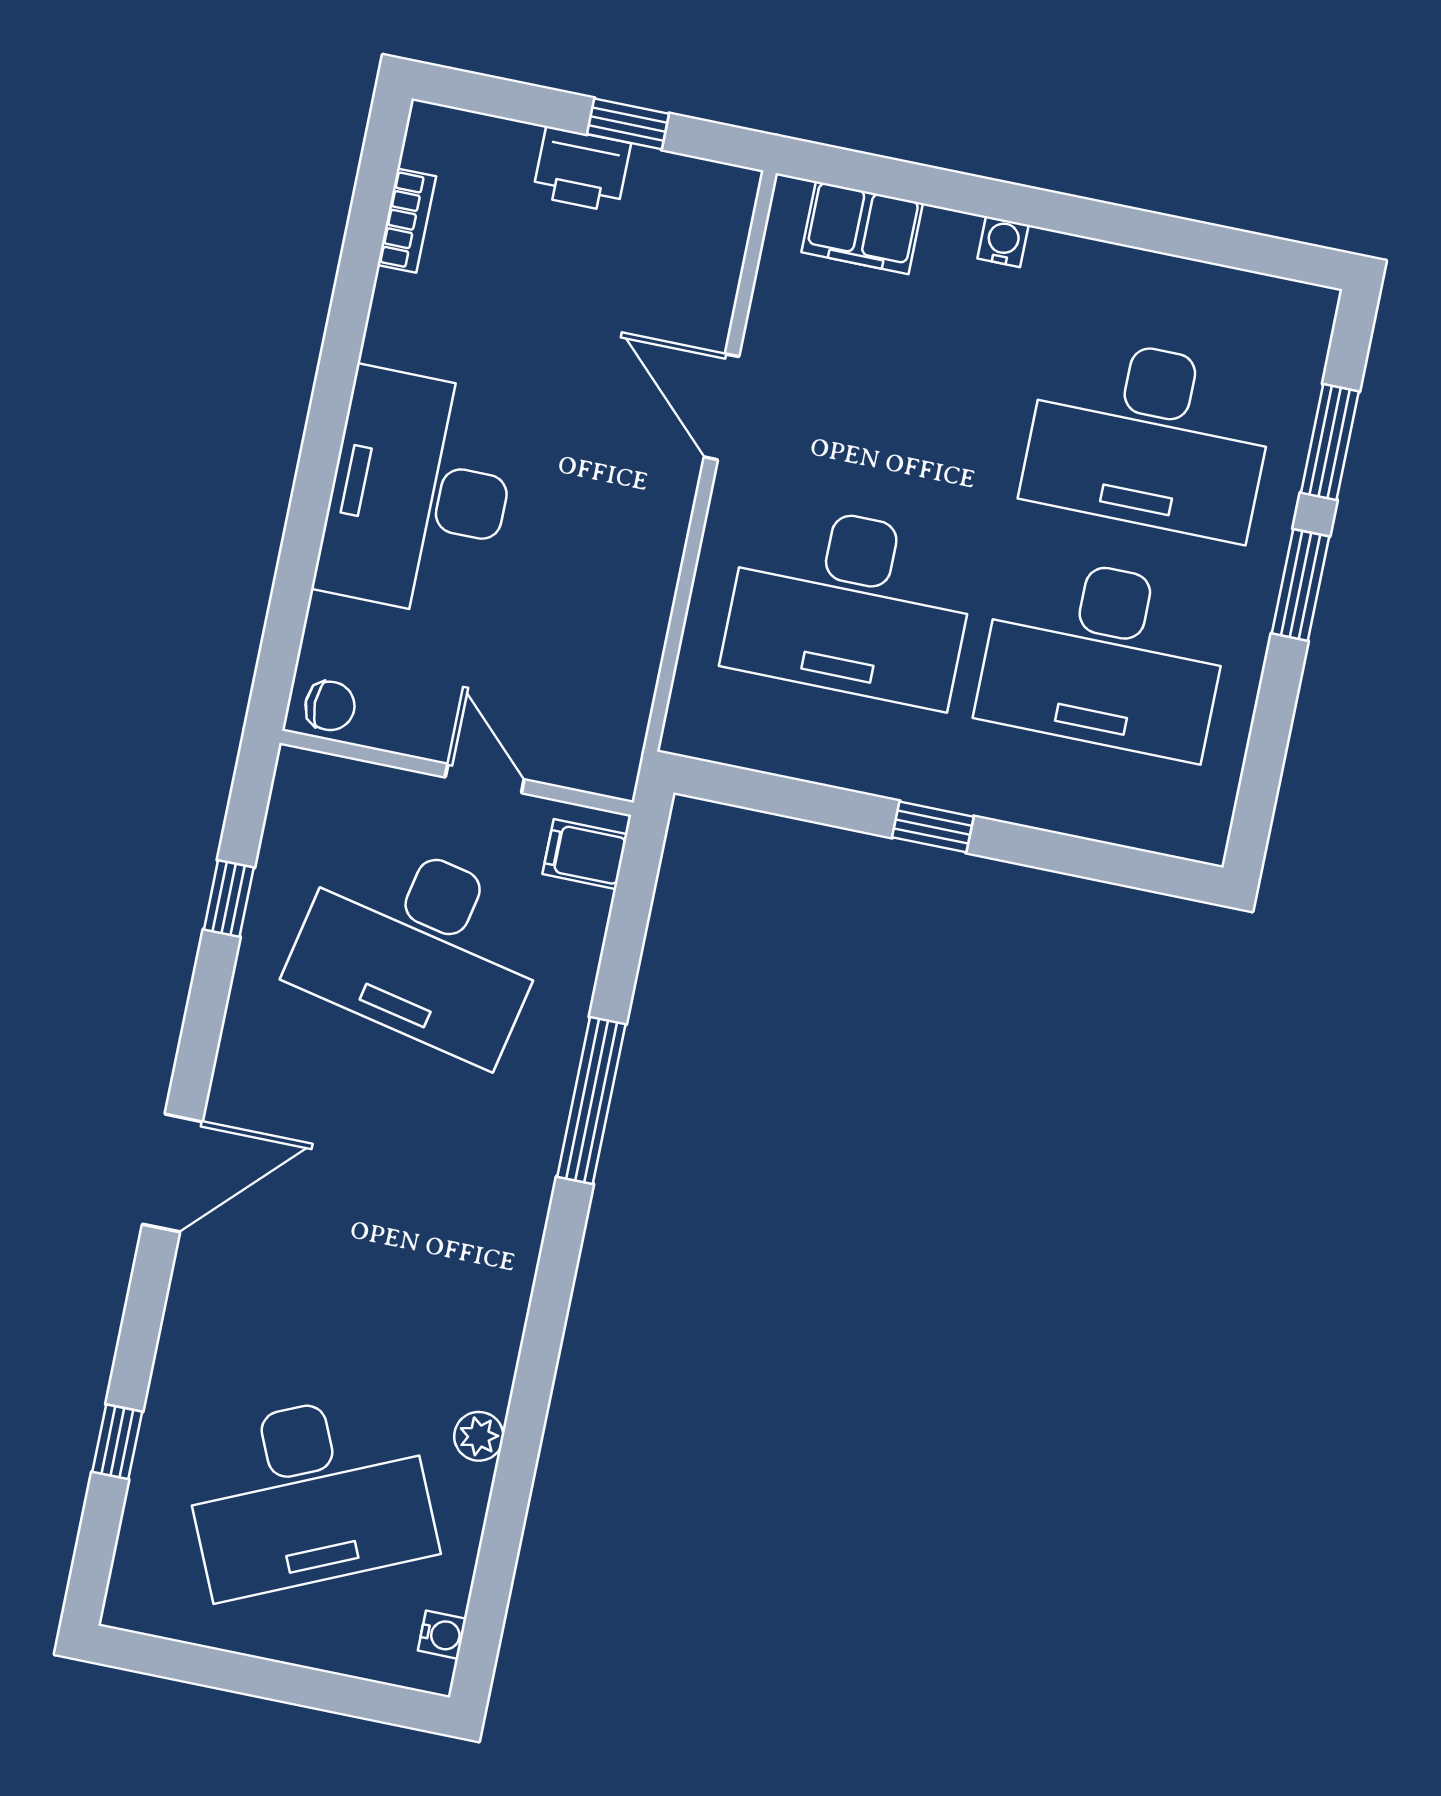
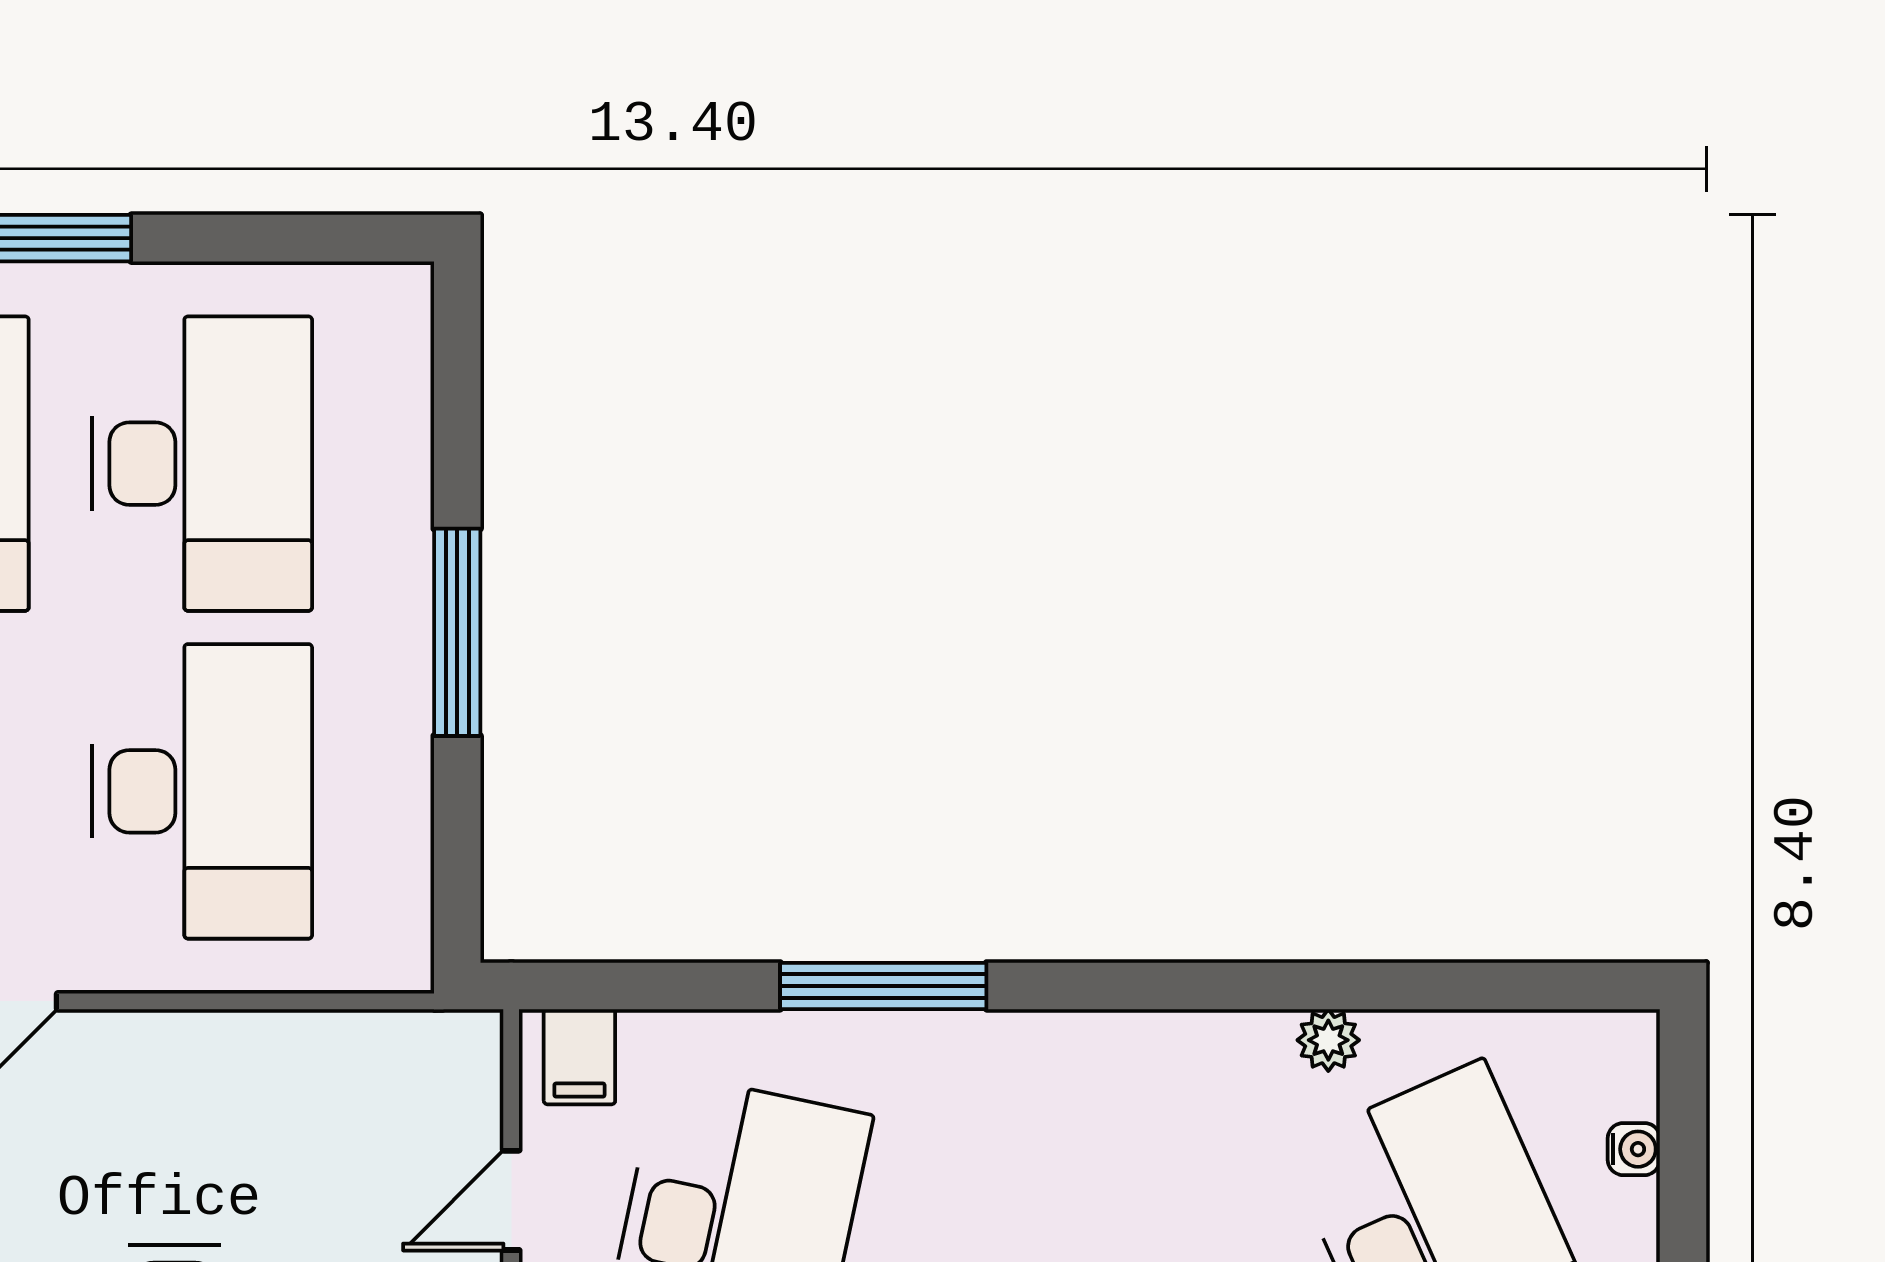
window: (933, 827) -> (457, 632), width x2.17
water cooler: (442, 1635) -> (1634, 1149), moved, turned 90

